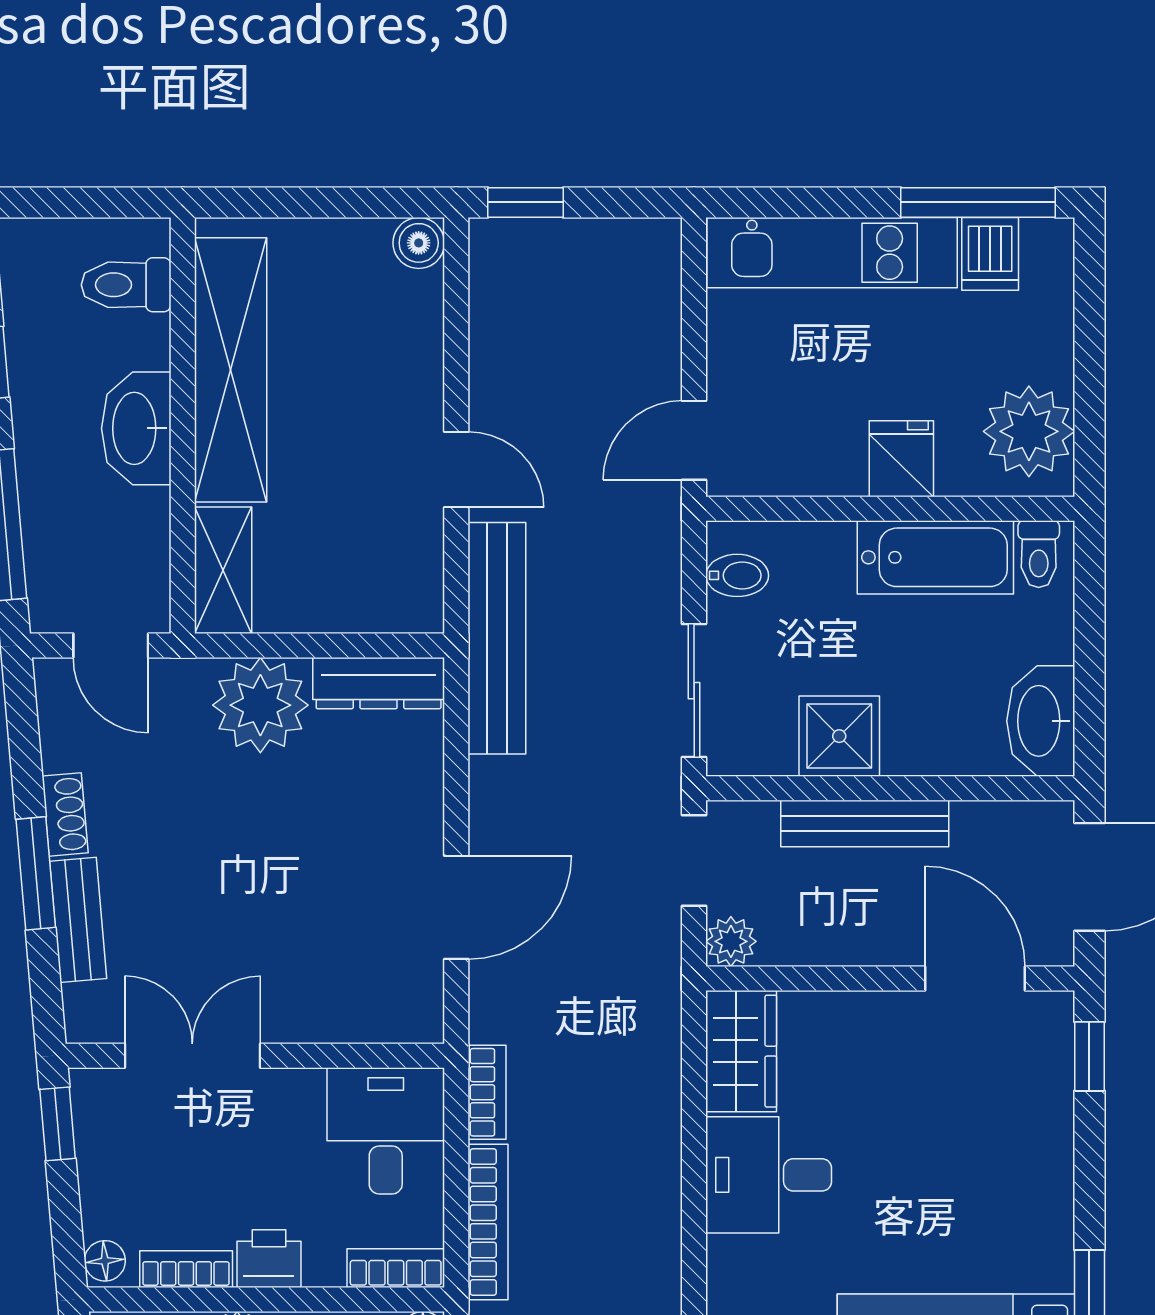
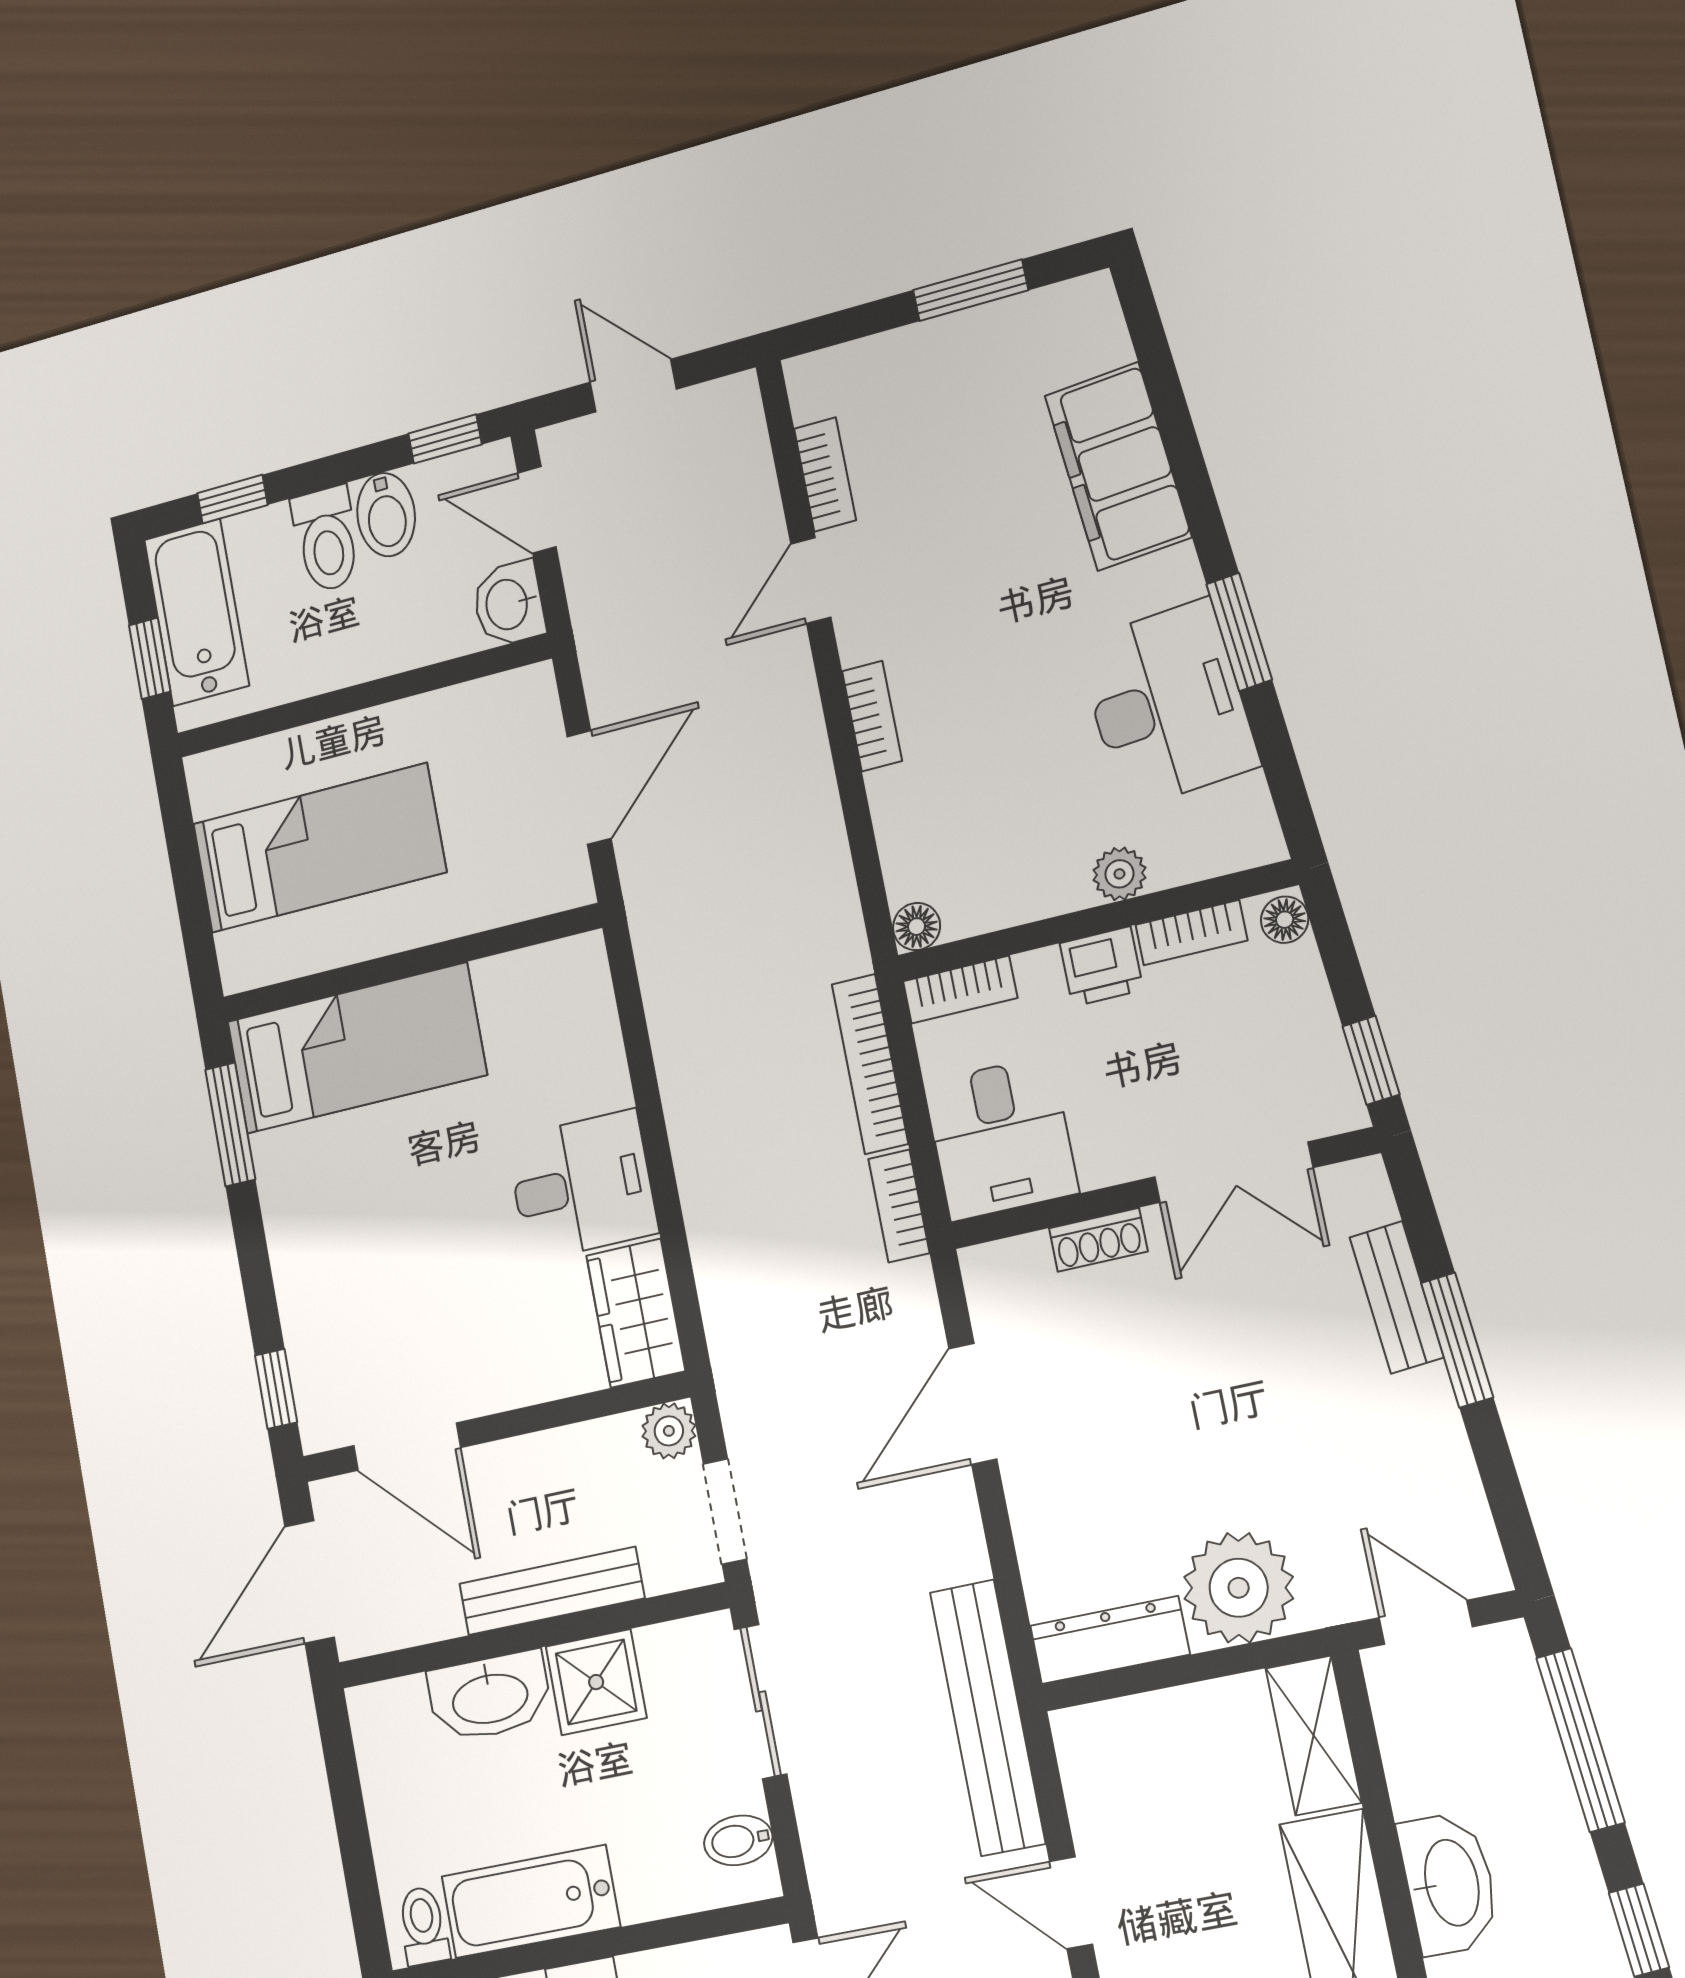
washbasin: (1041, 721) -> (490, 1697), moved, turned 90
shoe rack: (65, 814) -> (1098, 1240), moved, turned -85

